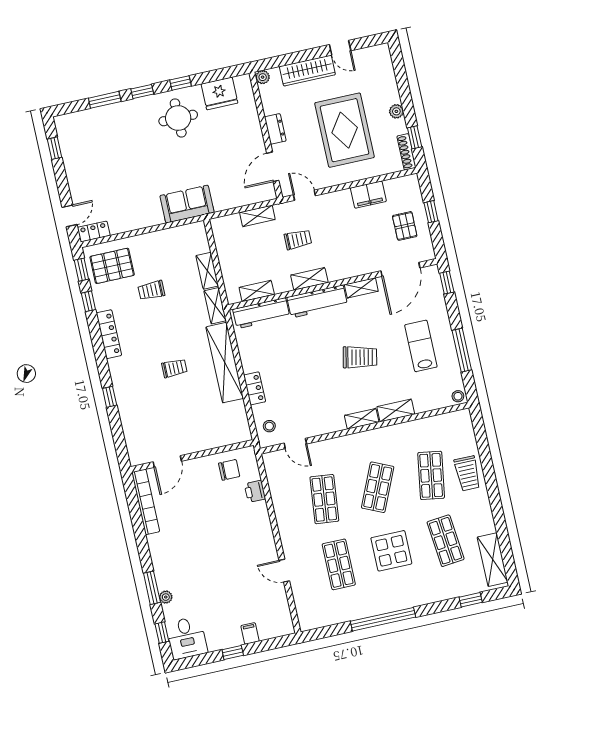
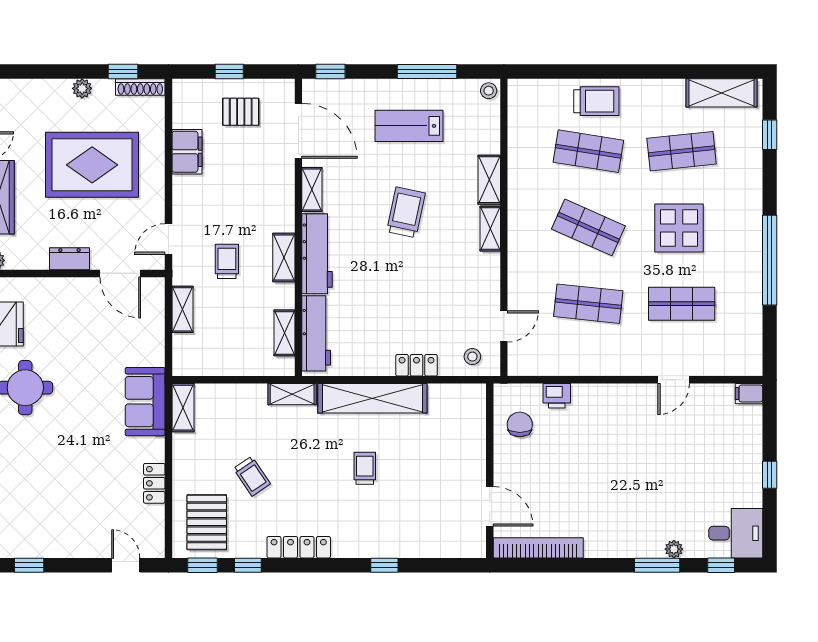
locker: (94, 231) -> (154, 483), moved
shelving: (207, 271) -> (183, 408), moved, turned 90
trolley: (151, 290) -> (252, 476), turned -34
filing cabinet: (250, 633) -> (749, 394), moved

